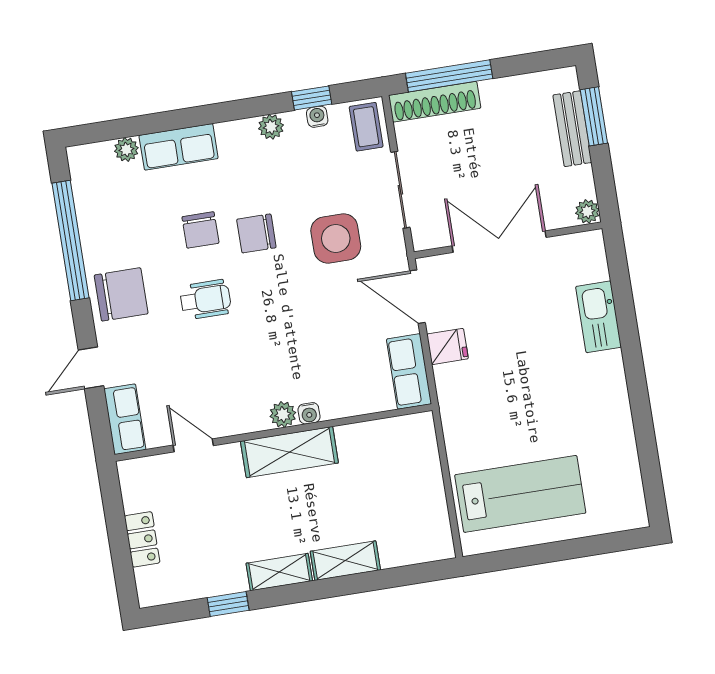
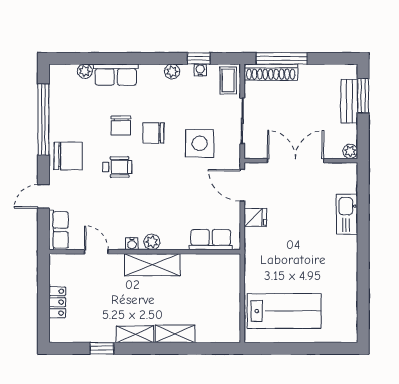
row of seats: (409, 371) -> (211, 240), moved, turned 90
water cooler: (309, 413) -> (132, 244), moved

